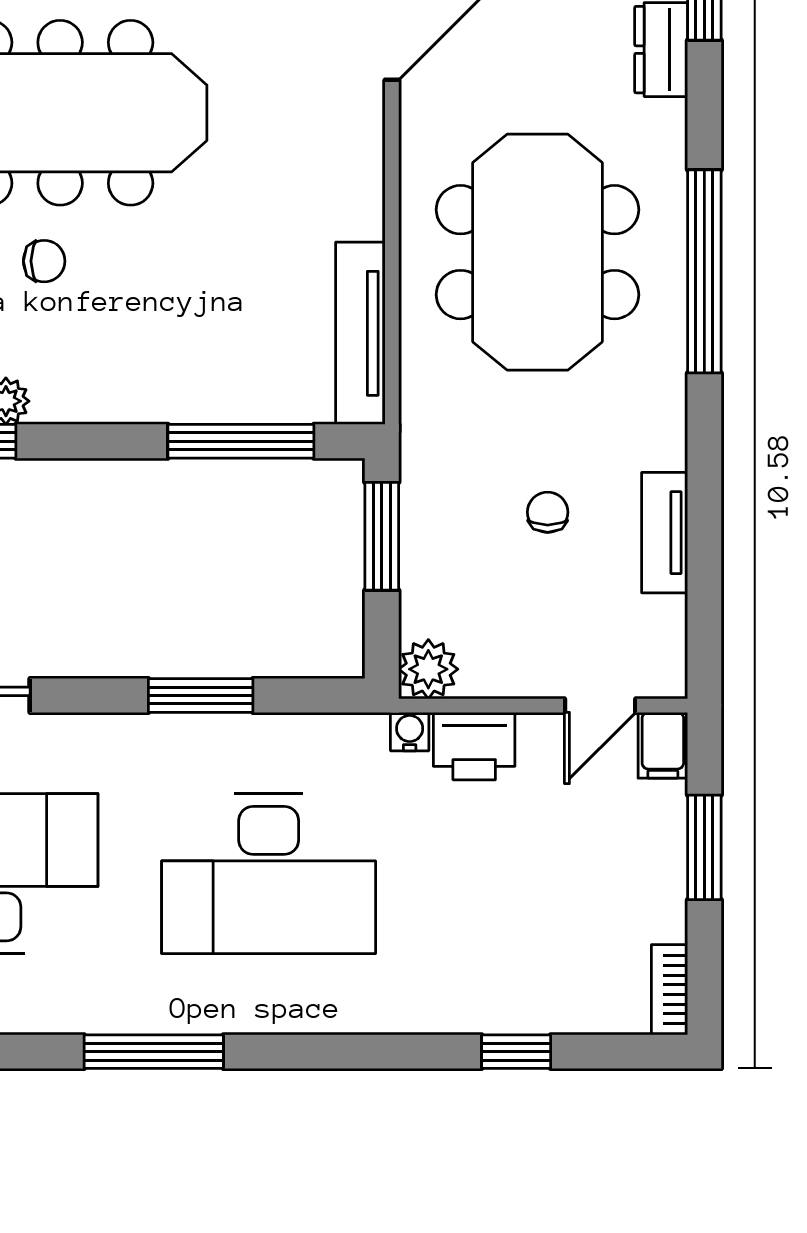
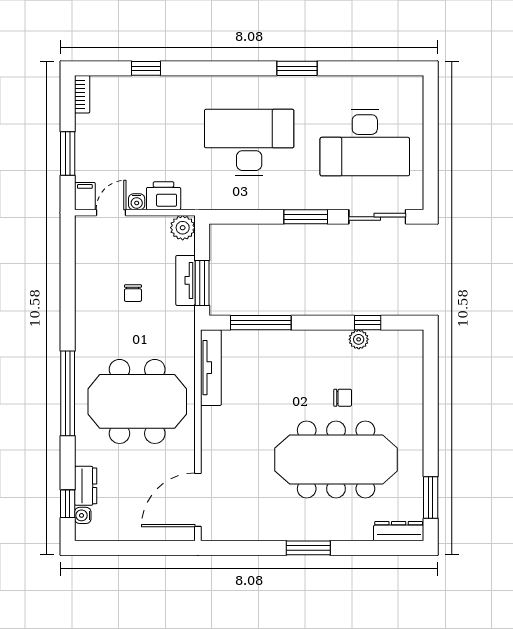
meeting table: (537, 252) -> (137, 401), turned 90
chair: (44, 261) -> (343, 398), turned 180
tv unit: (665, 533) -> (185, 280), moved, turned 180
window: (201, 696) -> (306, 217), moved
water cooler: (410, 732) -> (137, 202), moved
window: (154, 1052) -> (297, 68), width x0.69

